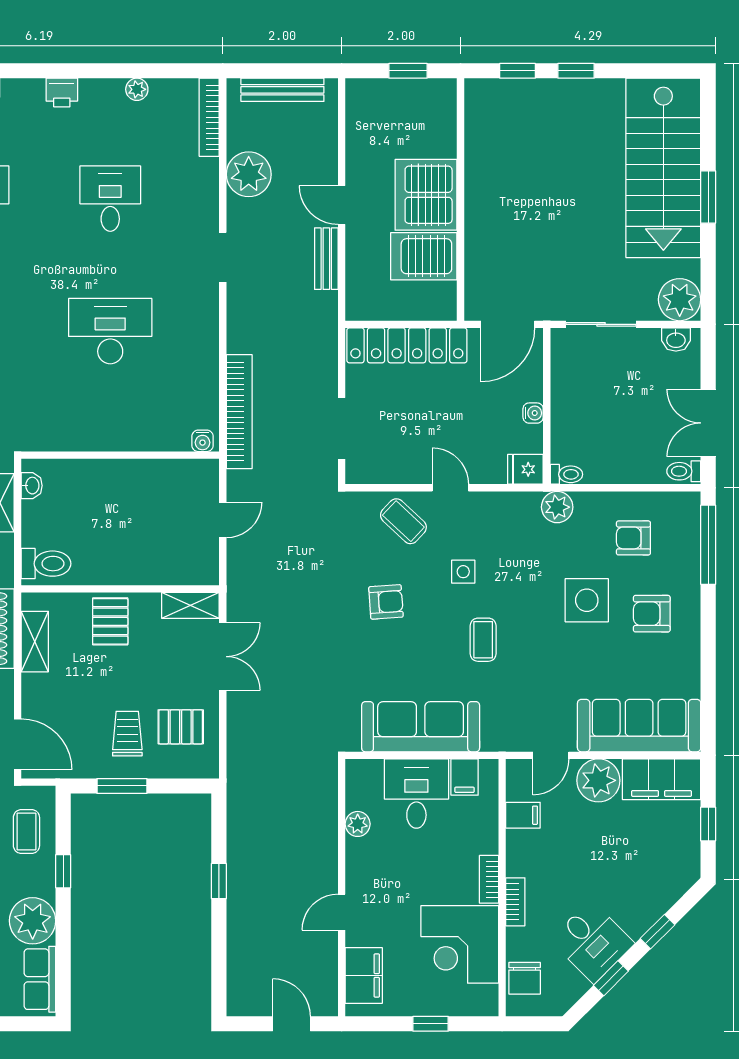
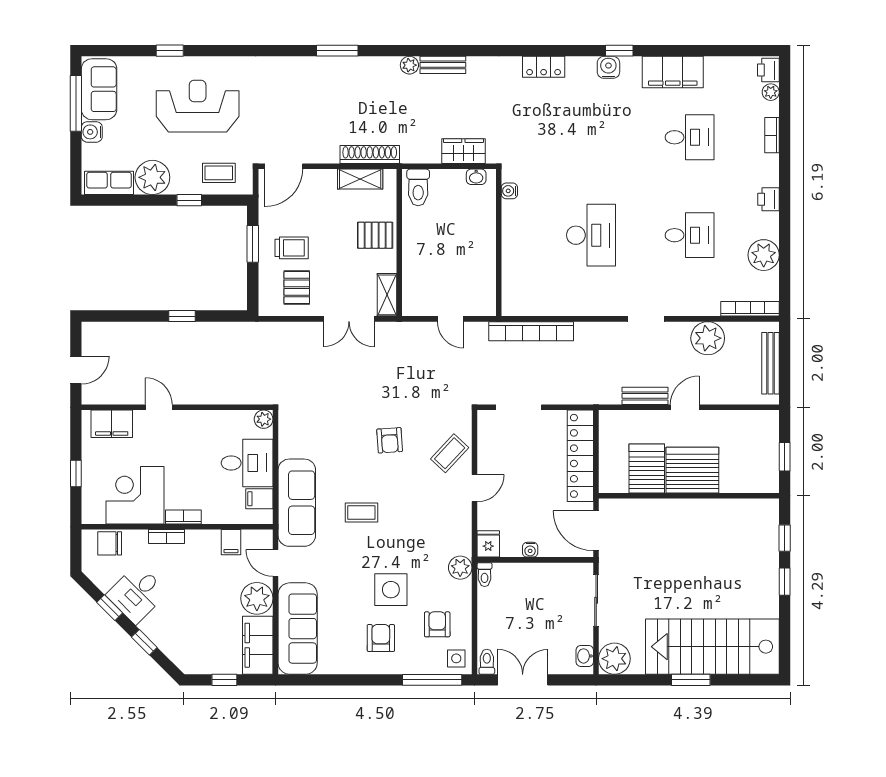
plant: (137, 89) -> (764, 255), width x1.88, depth x1.88
water cooler: (203, 441) -> (509, 191), moved
side table: (463, 572) -> (456, 658), moved
sofa: (421, 727) -> (297, 503), moved
plant: (358, 824) -> (264, 419), moved

